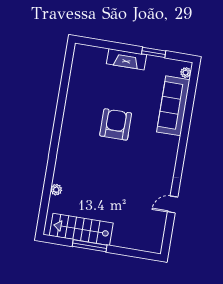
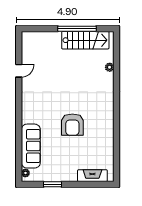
fireplace: (126, 59) -> (92, 176), moved
window: (90, 246) -> (77, 29), width x1.46

